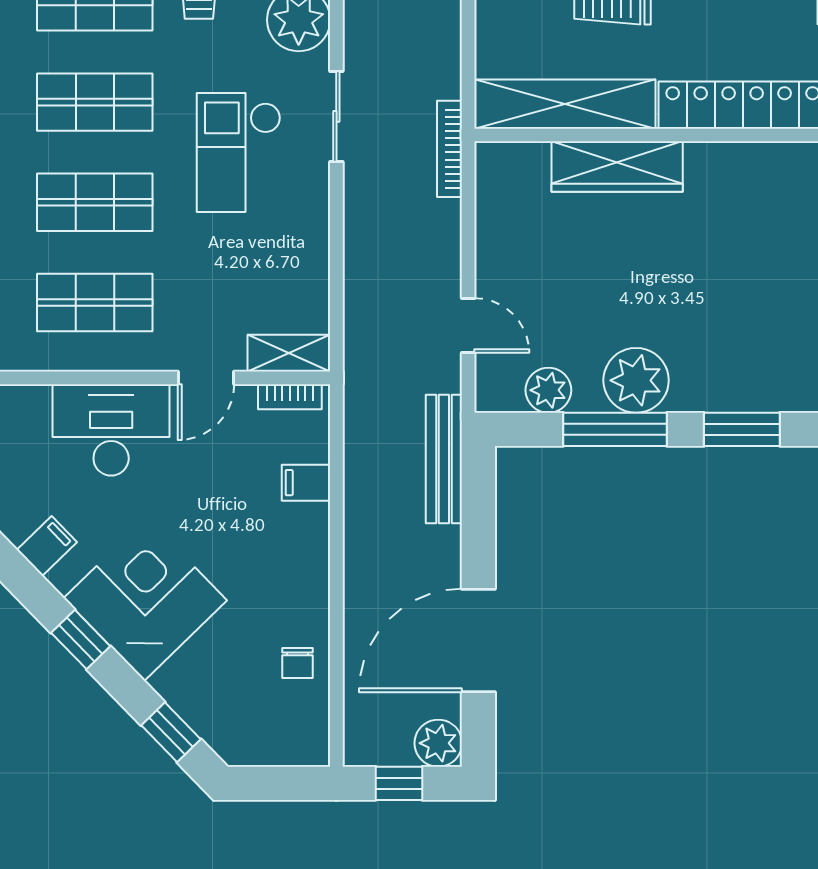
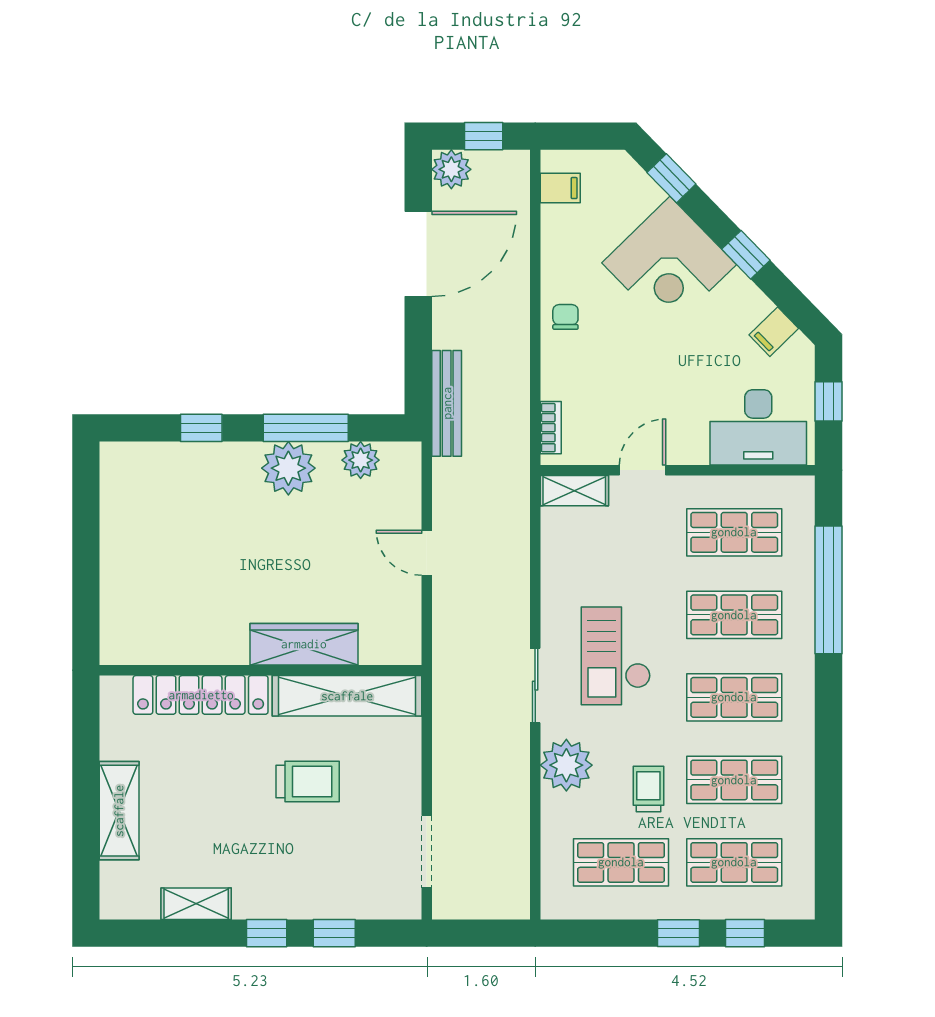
bookcase: (450, 149) -> (442, 659), removed
checkout: (239, 152) -> (616, 656), turned 180
door: (468, 325) -> (427, 553), moved
bookcase: (290, 397) -> (551, 428), moved, turned 90
window: (742, 429) -> (201, 428), width x0.67
desk: (111, 430) -> (758, 427), moved
filing cabinet: (306, 483) -> (560, 188), moved
corner desk: (145, 599) -> (669, 264), moved
chair: (297, 663) -> (565, 317), moved

